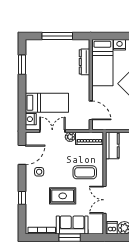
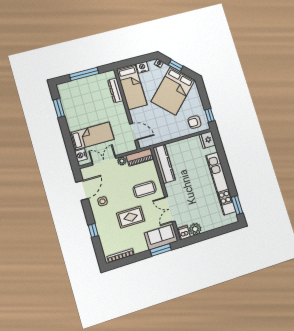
kitchen counter: (112, 146) -> (164, 164), width x1.50
sofa: (72, 225) -> (161, 237), moved
window: (70, 238) -> (161, 250), moved

